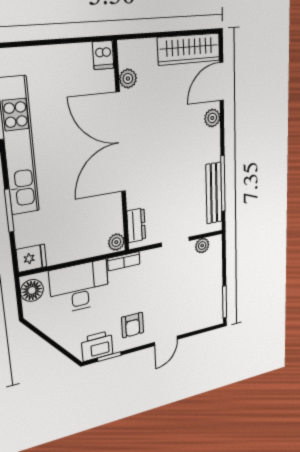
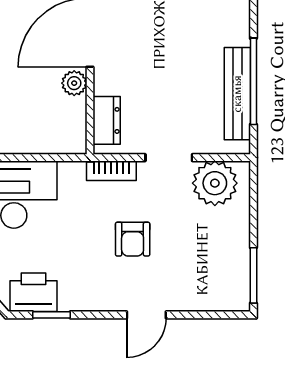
plant: (116, 242) -> (74, 83), moved
plant: (202, 246) -> (215, 183), width x1.88, depth x1.88
bookcase: (124, 261) -> (111, 171), moved
armchair: (133, 325) -> (133, 239), moved

